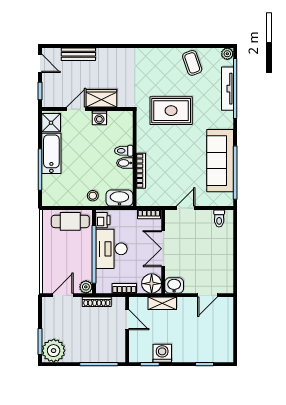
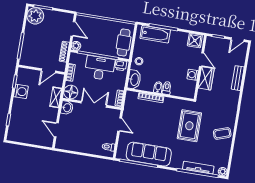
bench: (78, 54) -> (238, 78), moved
coffee table: (192, 63) -> (222, 133), moved
bathtub: (51, 153) -> (155, 34), moved

